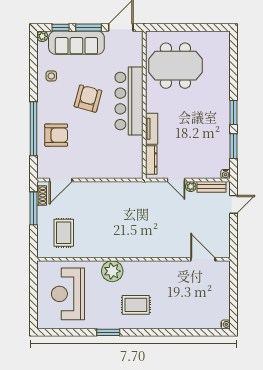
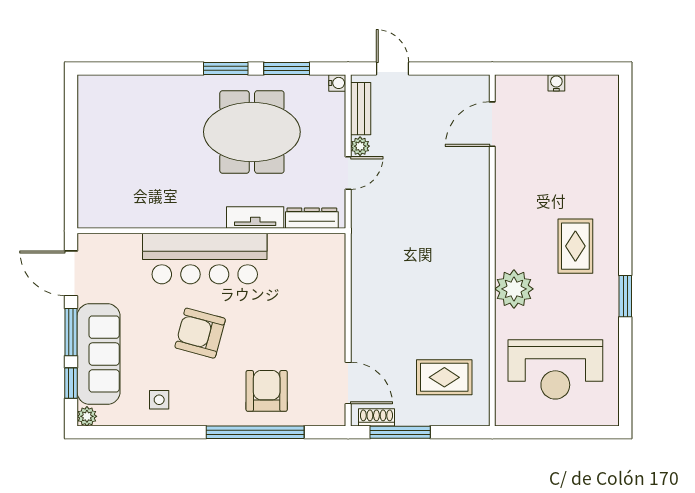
meeting table: (175, 66) -> (252, 132), moved, turned 90
water cooler: (226, 324) -> (556, 83), moved

